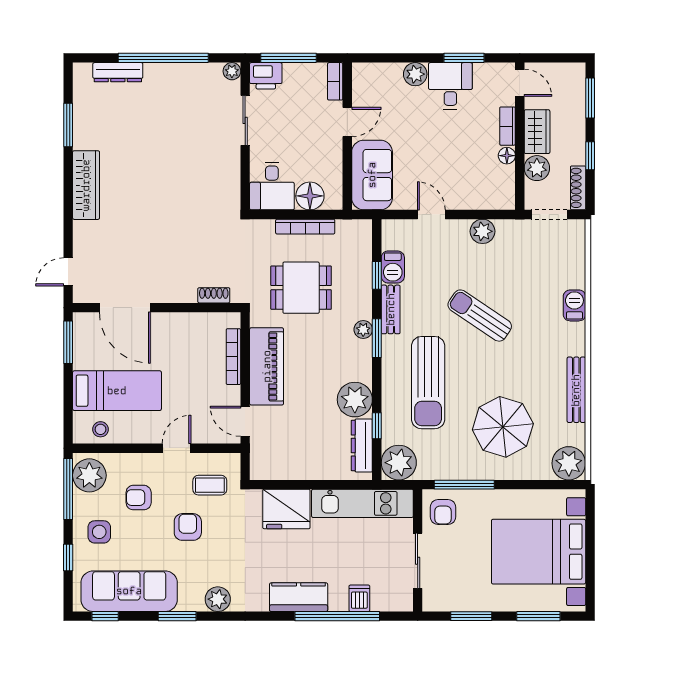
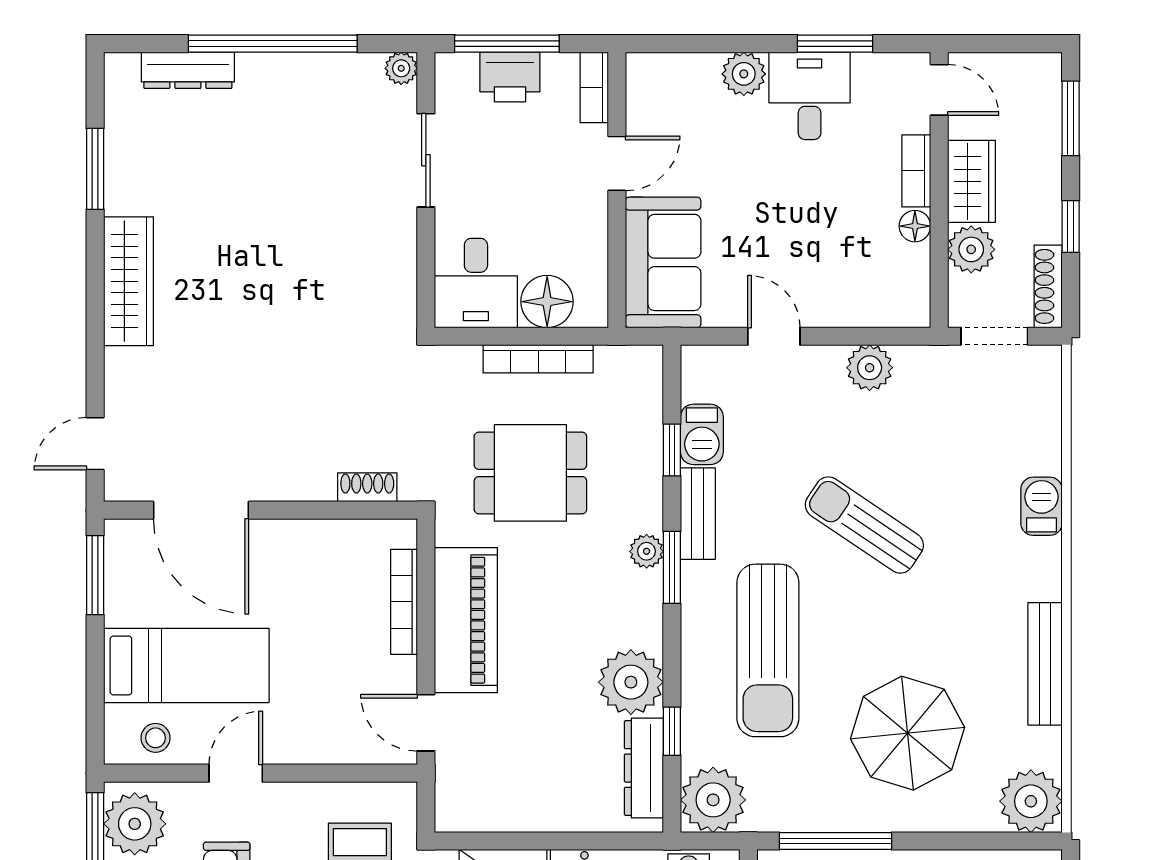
printer: (266, 76) -> (510, 77), moved
door: (177, 448) -> (236, 773), moved

